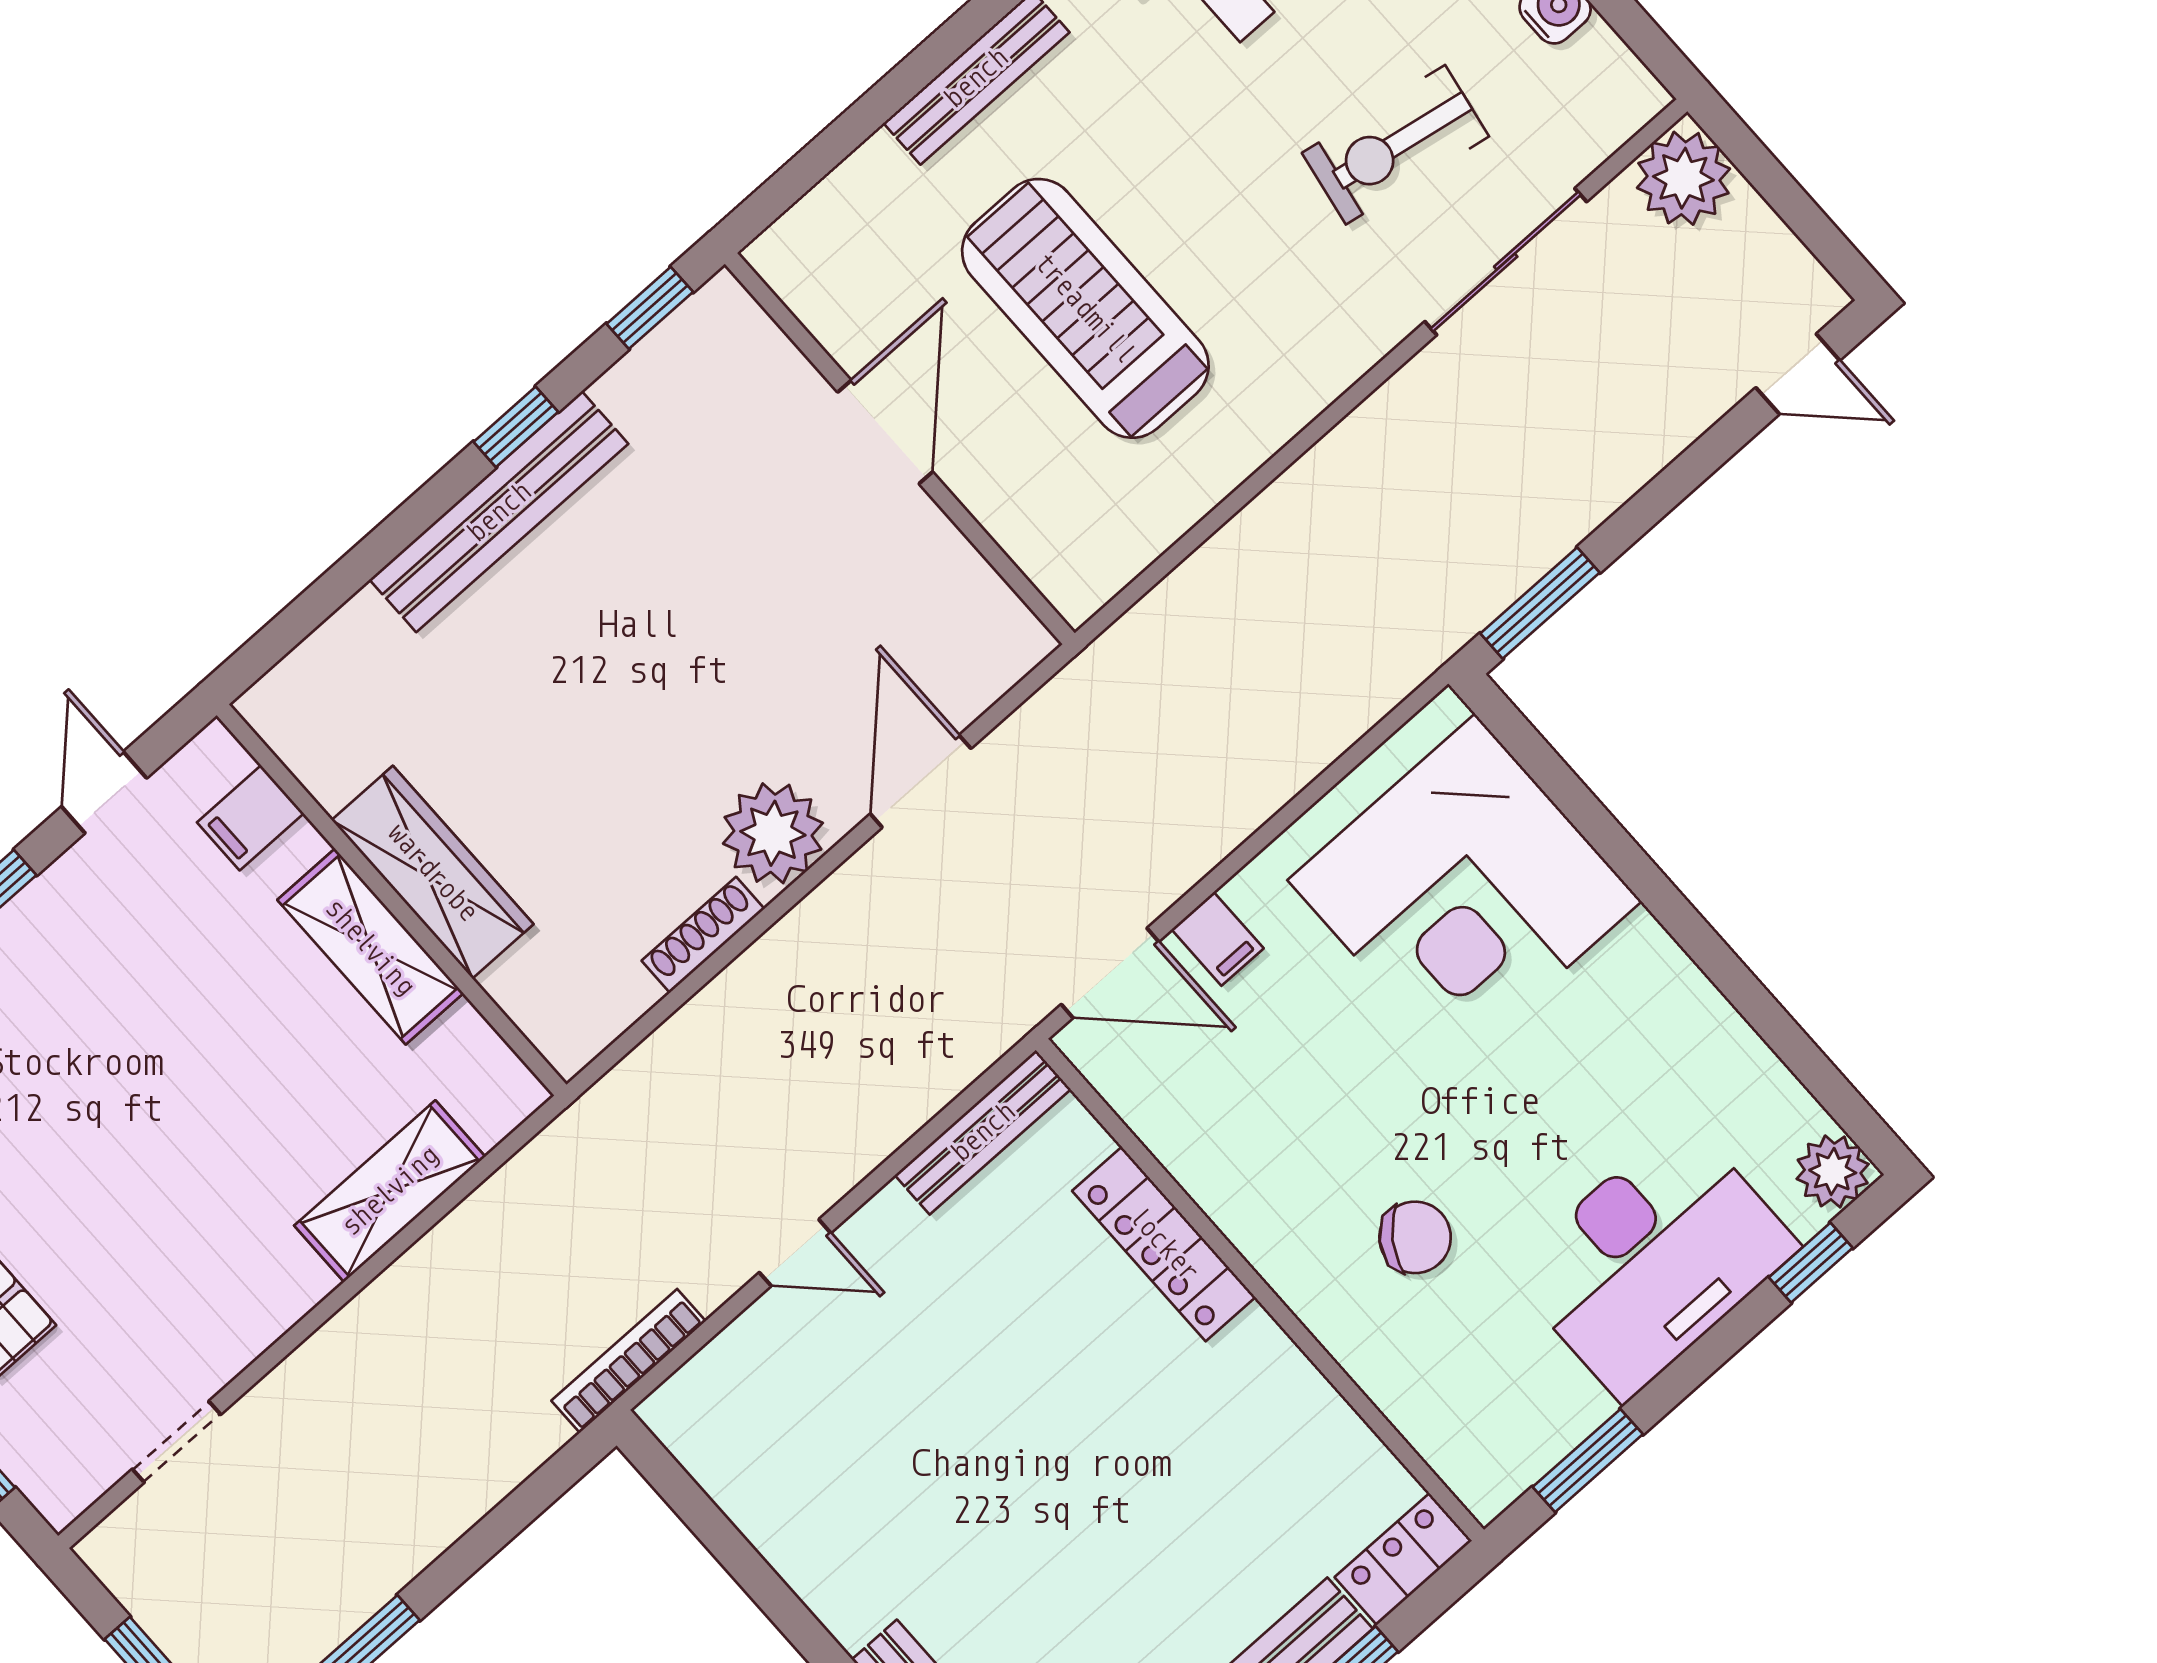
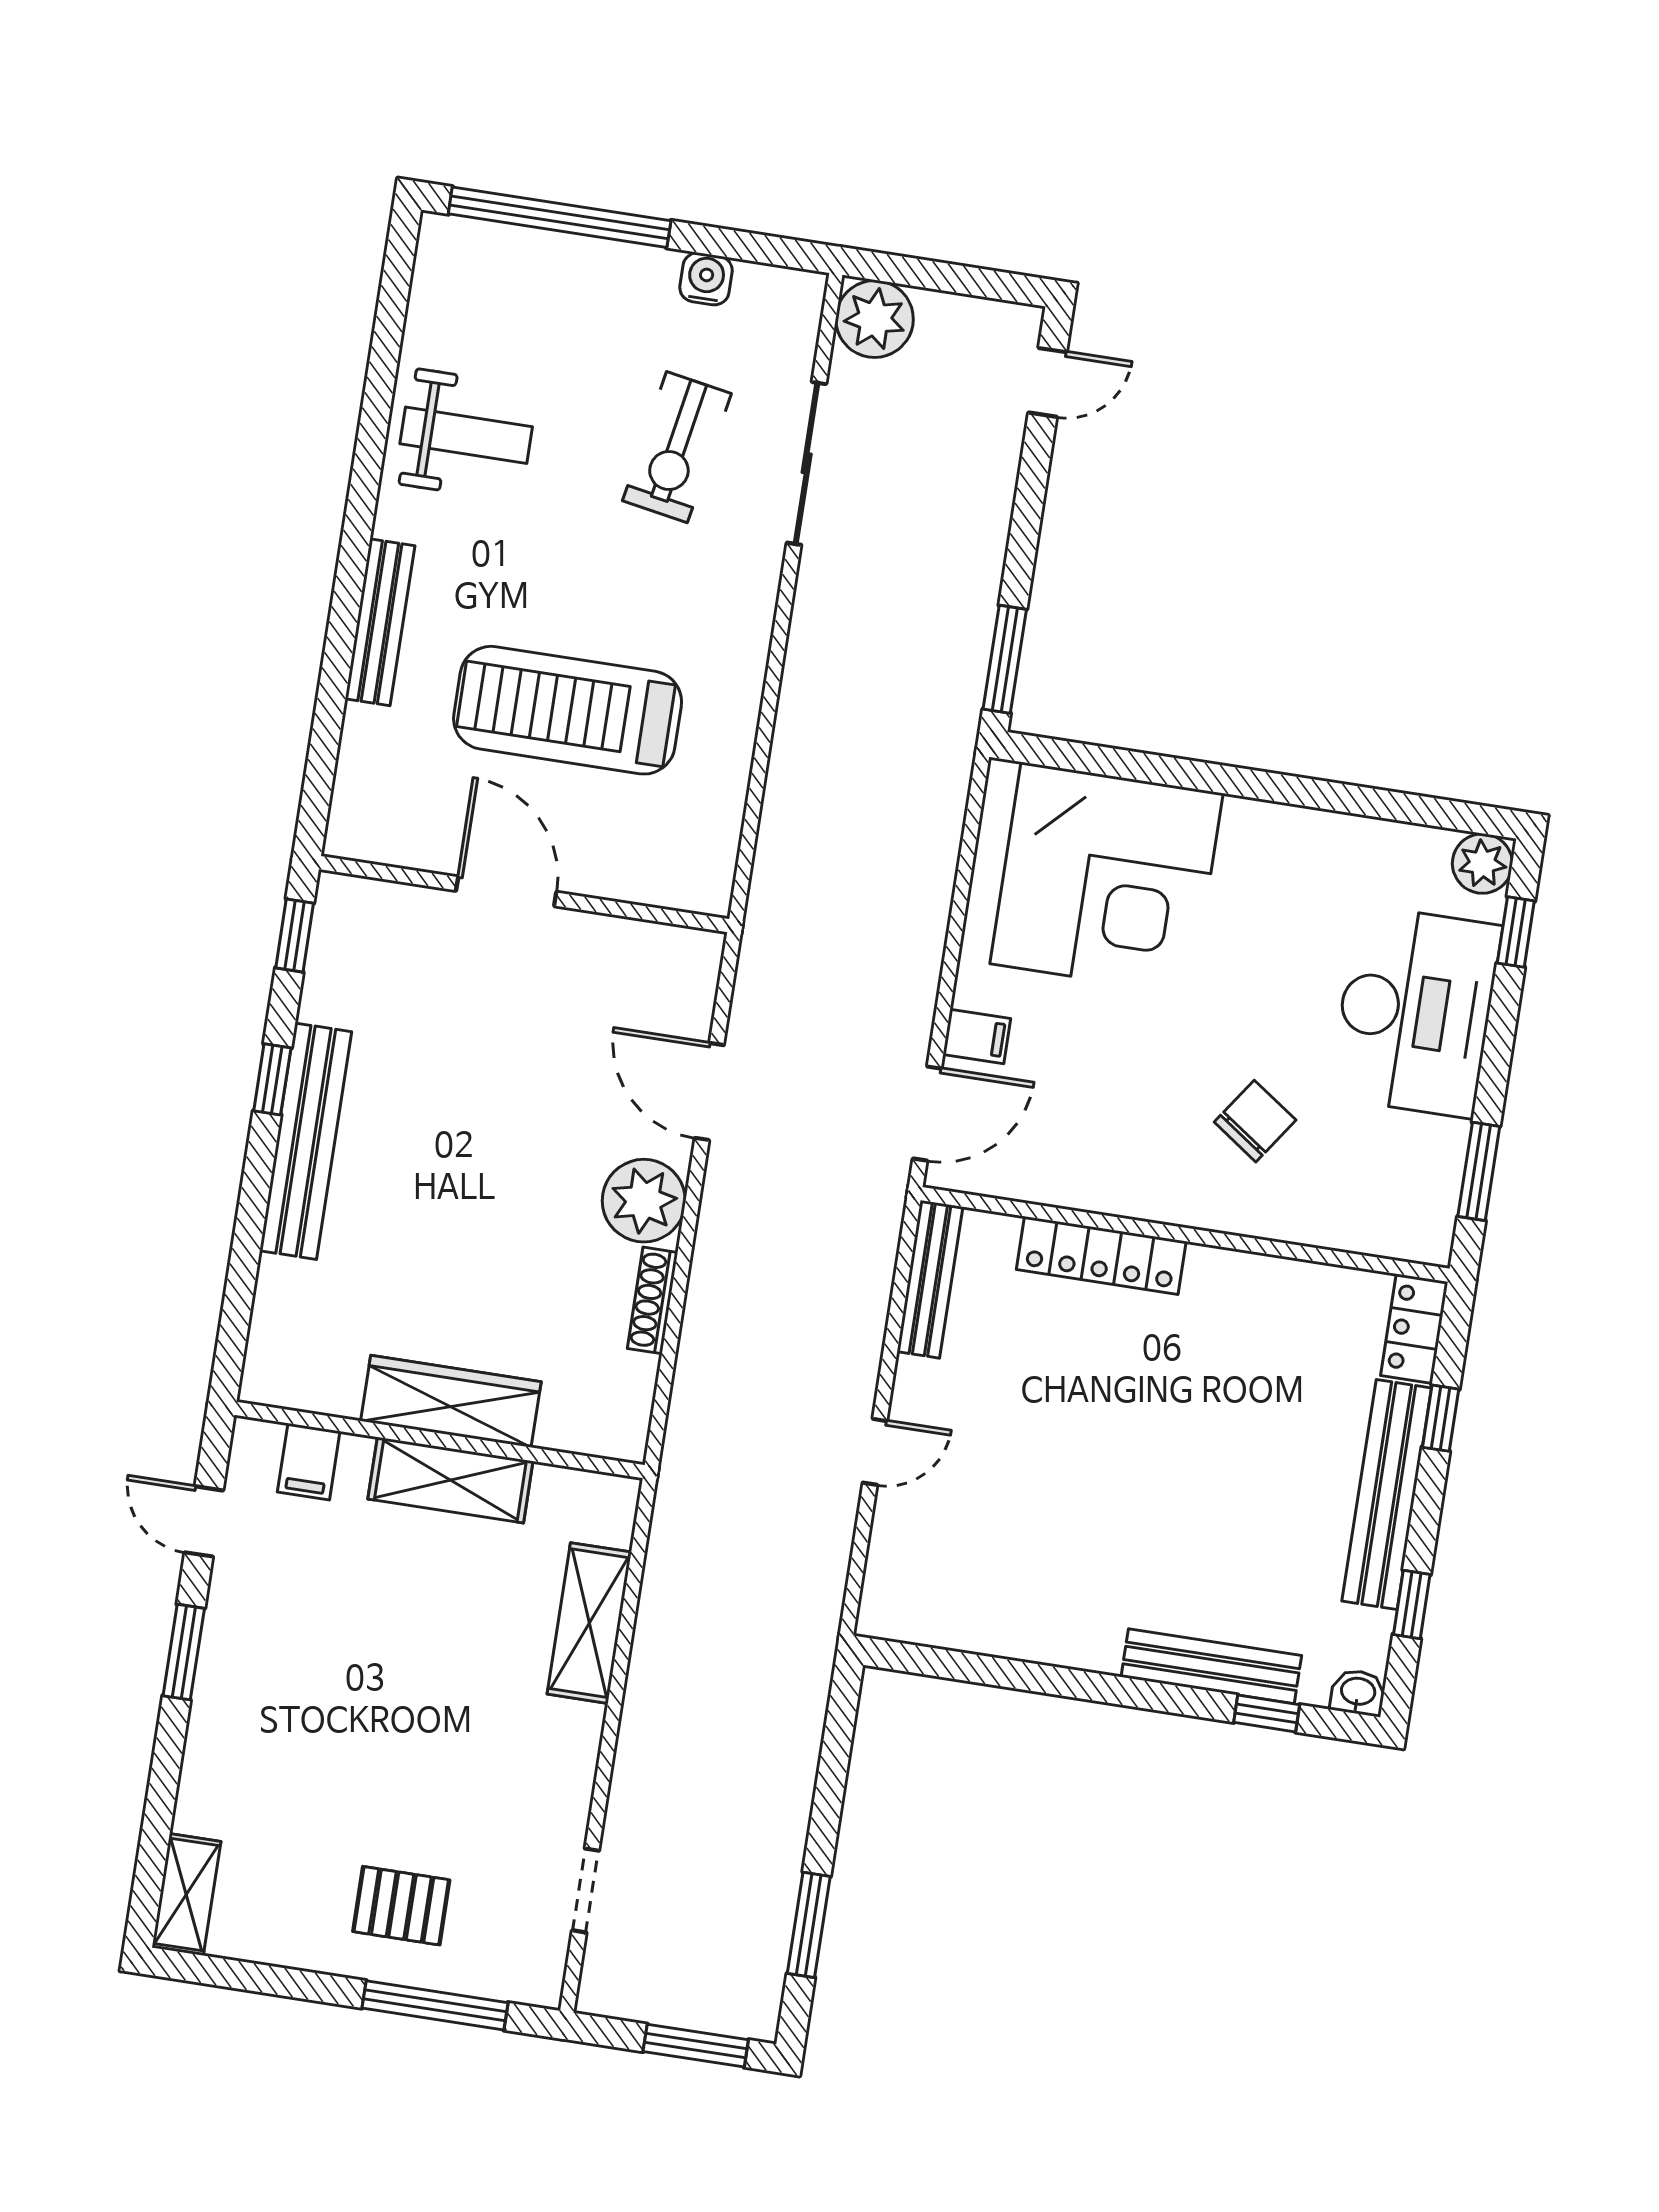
bookcase: (629, 1361) -> (827, 1606), removed

